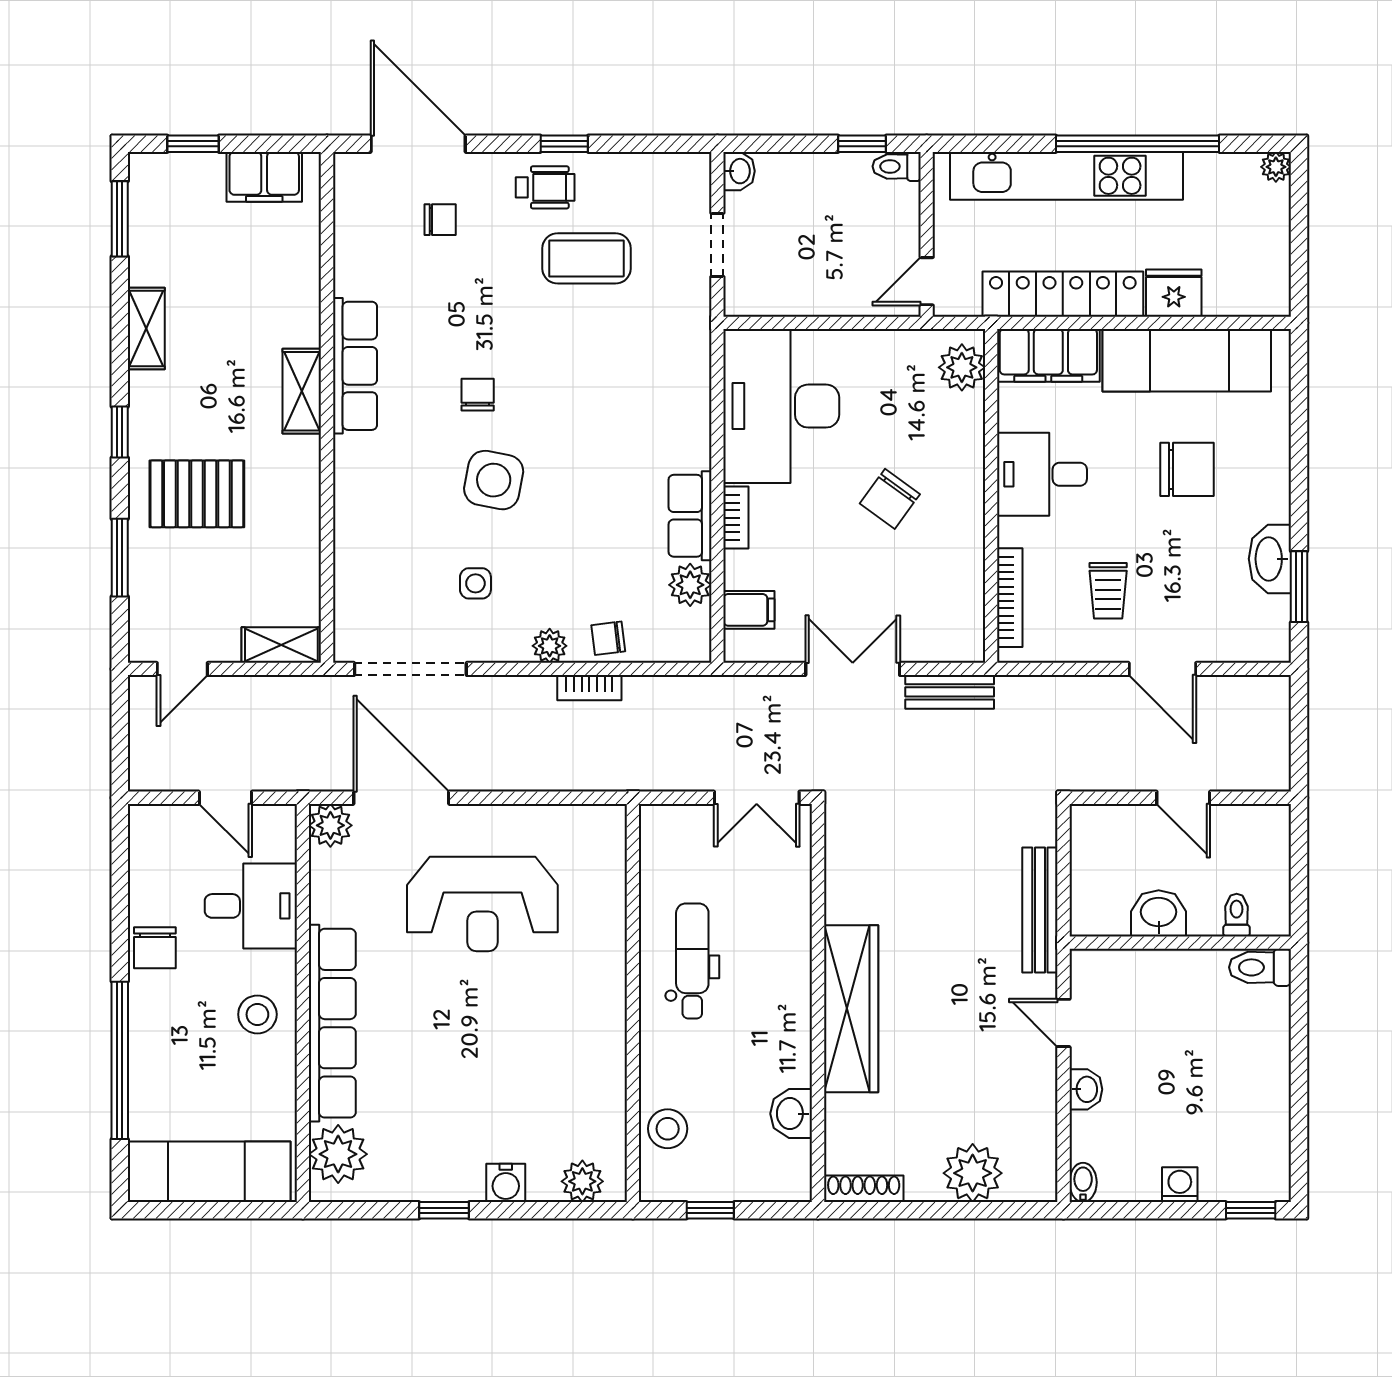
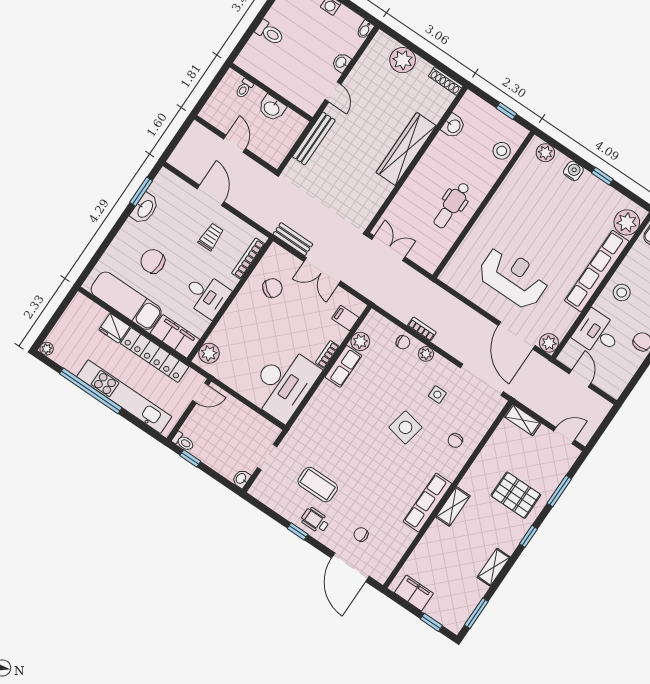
chair: (478, 395) -> (455, 440), moved
chair: (890, 499) -> (272, 288), moved
toilet: (1260, 967) -> (270, 33), moved

